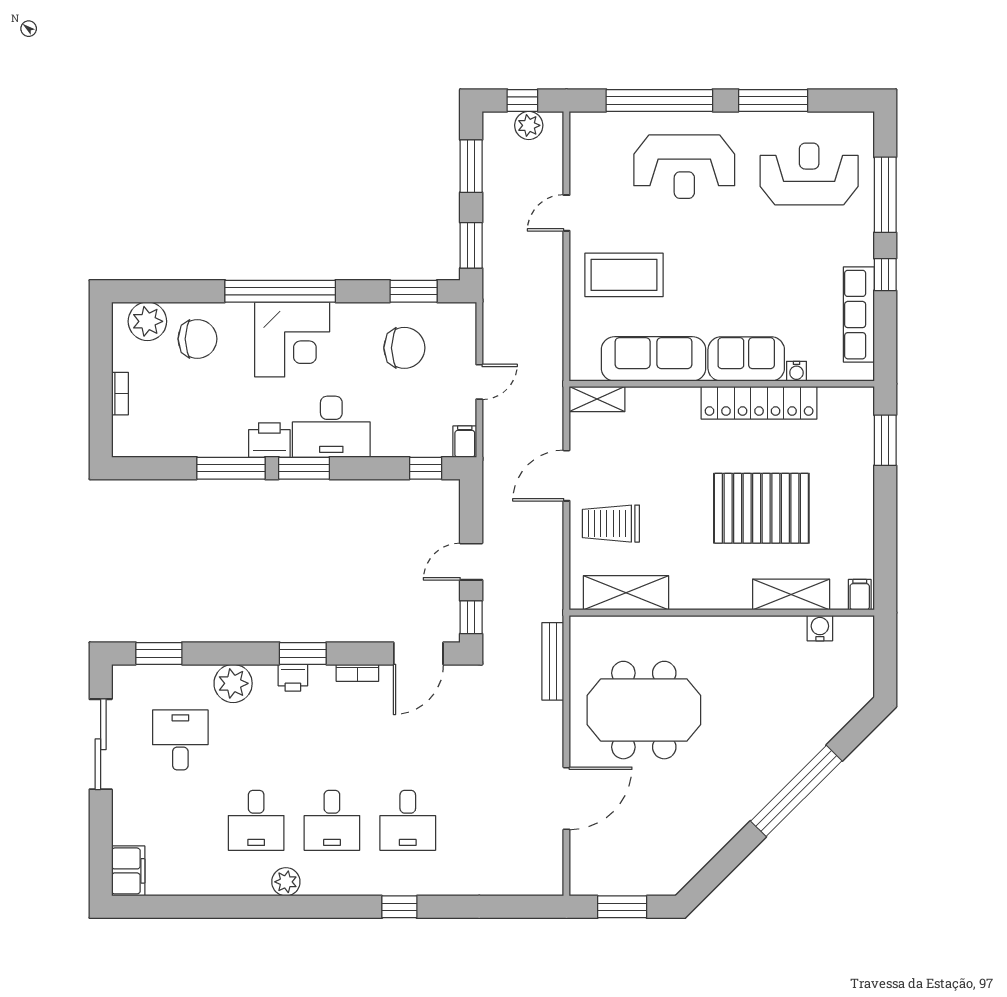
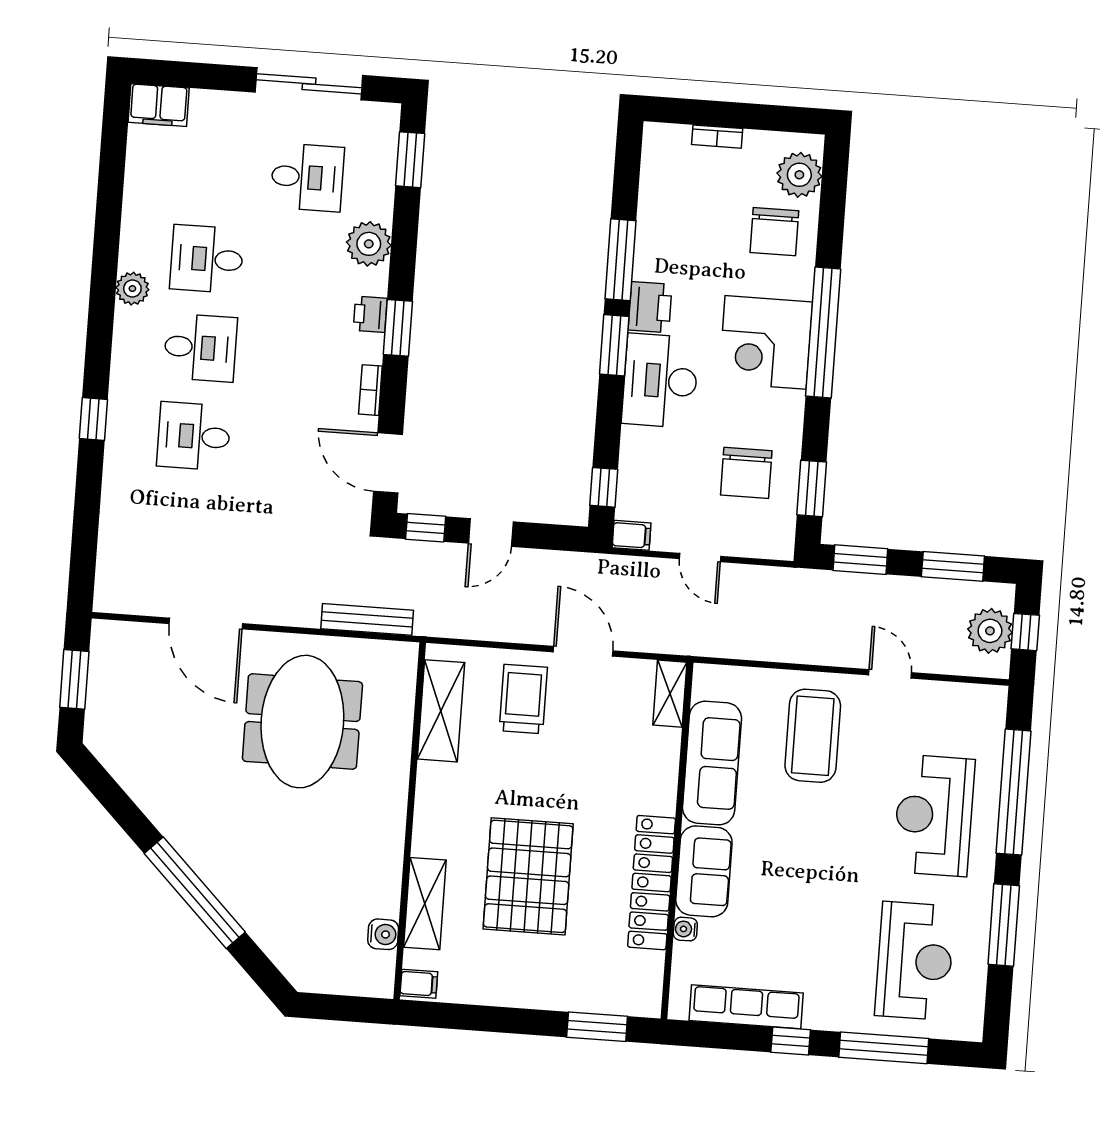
plant: (529, 125) -> (990, 631), width x1.36, depth x1.36
door: (471, 562) -> (491, 532), swing flipped
desk: (332, 820) -> (200, 348), turned 180

